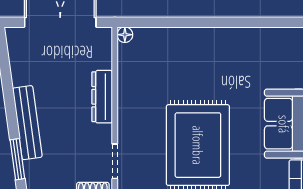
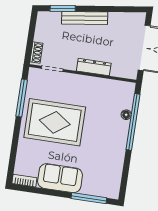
window: (179, 22) -> (133, 122), added
floor lamp: (125, 35) -> (126, 115), moved

